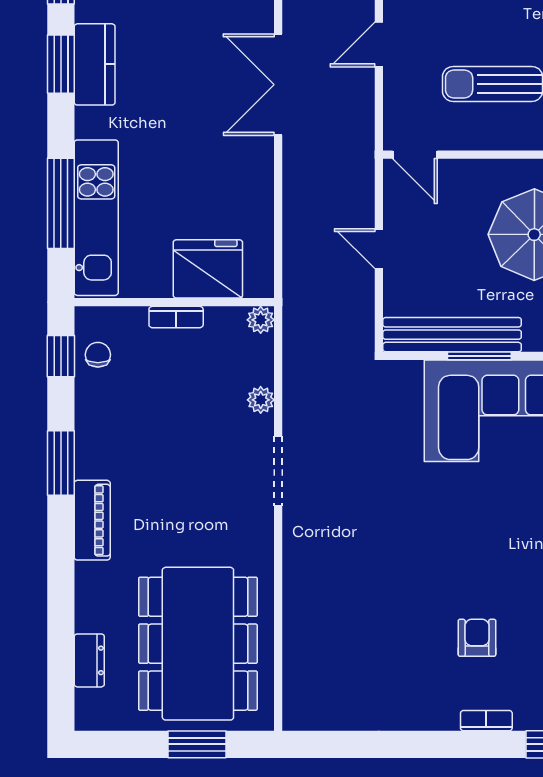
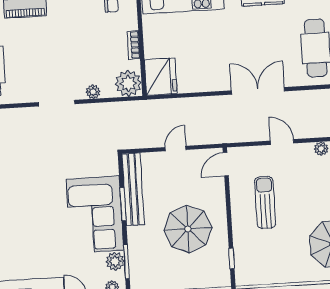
fridge: (208, 269) -> (161, 77), moved
plant: (261, 320) -> (128, 83), width x1.88, depth x1.88

